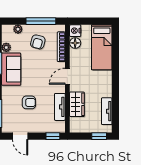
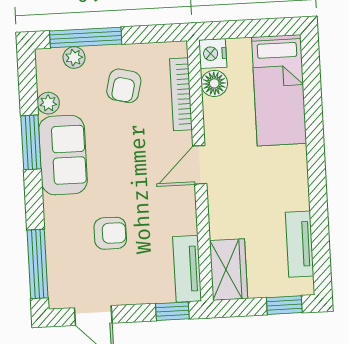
window: (41, 21) -> (86, 37), moved
wardrobe: (77, 104) -> (229, 270), moved
tv unit: (60, 107) -> (187, 269), moved

